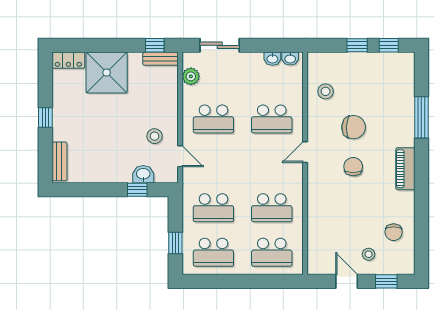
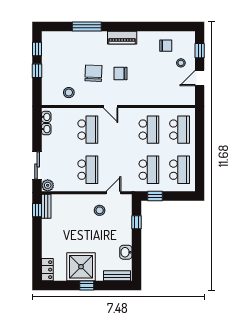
shower: (107, 73) -> (81, 267), moved
plant: (191, 76) -> (48, 185), moved
washbasin: (143, 174) -> (126, 252), moved
window: (175, 243) -> (155, 196), moved

